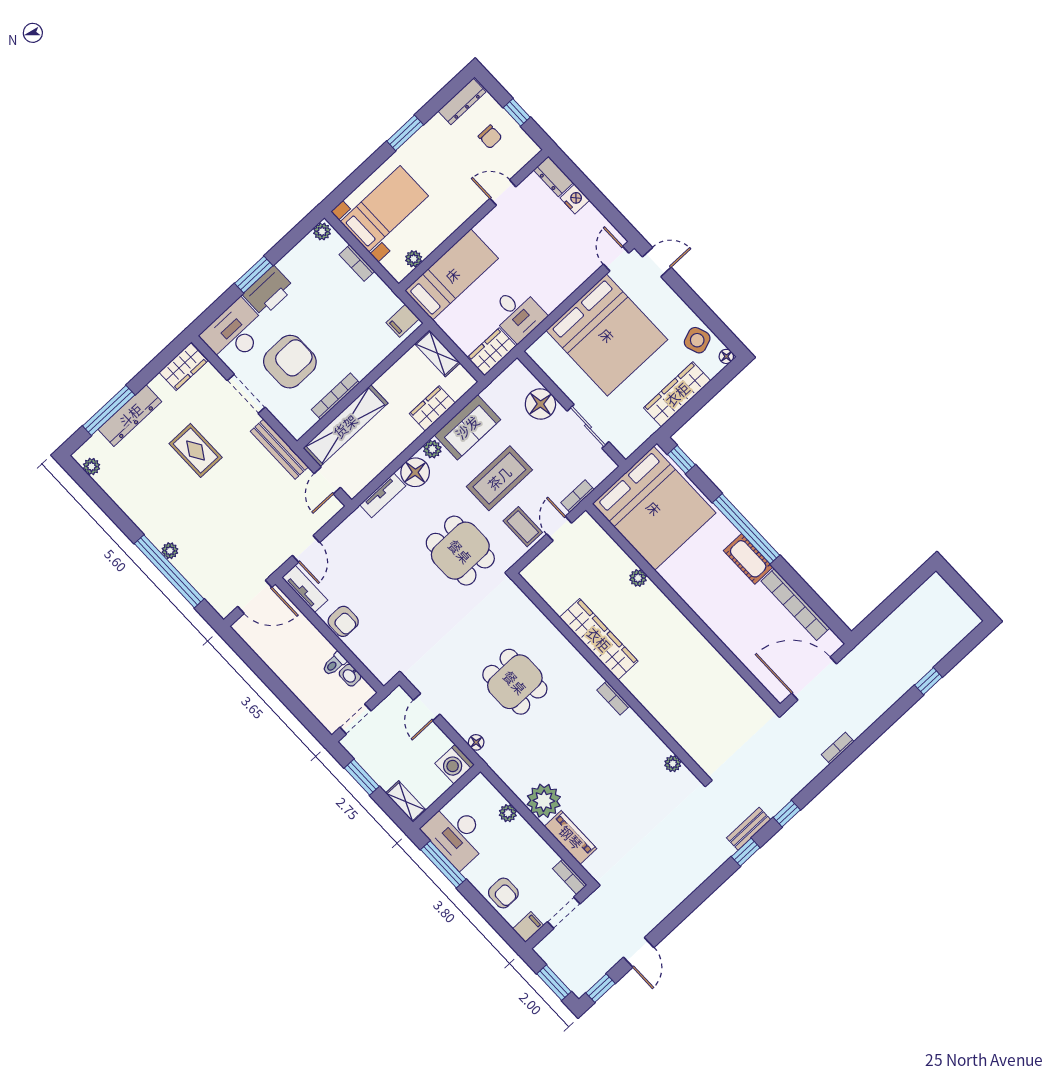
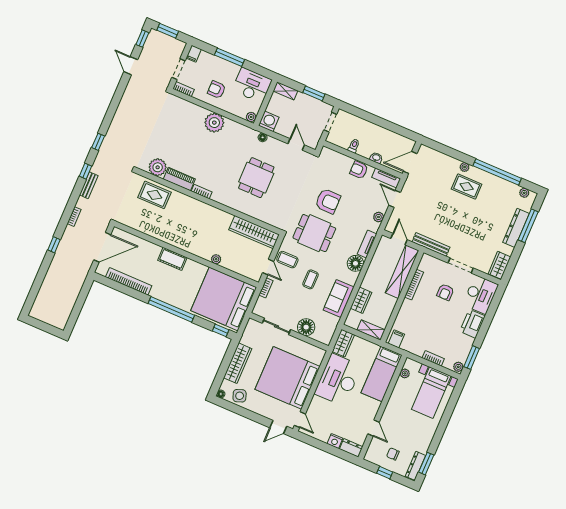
window: (405, 133) -> (426, 464), moved
door: (503, 193) -> (374, 428), hinge flipped
window: (254, 275) -> (472, 358), moved
desk: (517, 314) -> (338, 380), width x1.87, depth x1.30
armchair: (290, 362) -> (445, 292), width x0.53, depth x0.53
plant: (432, 449) -> (379, 217), moved
rug: (196, 450) -> (467, 187), moved
coffee table: (499, 478) -> (311, 279), width x0.54, depth x0.58
cot: (748, 559) -> (172, 259), moved
window: (169, 571) -> (497, 172), moved
armchair: (416, 593) -> (328, 201), added
wardrobe: (599, 639) -> (254, 232), moved
washbasin: (350, 675) -> (376, 158), moved
window: (928, 681) -> (54, 245), moved
dining table: (515, 682) -> (256, 178), turned 90
rug: (692, 726) -> (155, 195), added
plant: (673, 764) -> (158, 167), width x1.88, depth x1.88
plant: (508, 813) -> (251, 117), moved
bench: (749, 829) -> (89, 185), moved
piano: (571, 837) -> (179, 179), moved, turned 180
window: (443, 864) -> (230, 57), moved
armchair: (503, 893) -> (216, 90), moved

